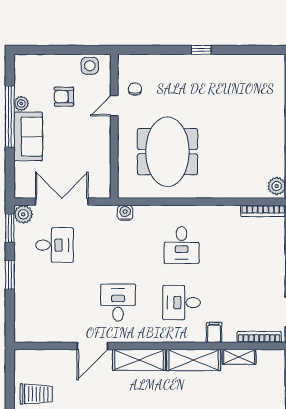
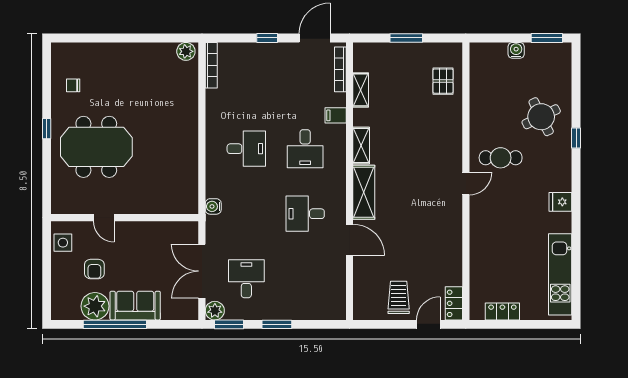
chair: (135, 89) -> (73, 85), moved
plant: (21, 103) -> (95, 306), width x1.88, depth x1.88
meeting table: (167, 152) -> (96, 147), moved
shelving: (194, 360) -> (361, 145), width x0.67, depth x0.75

